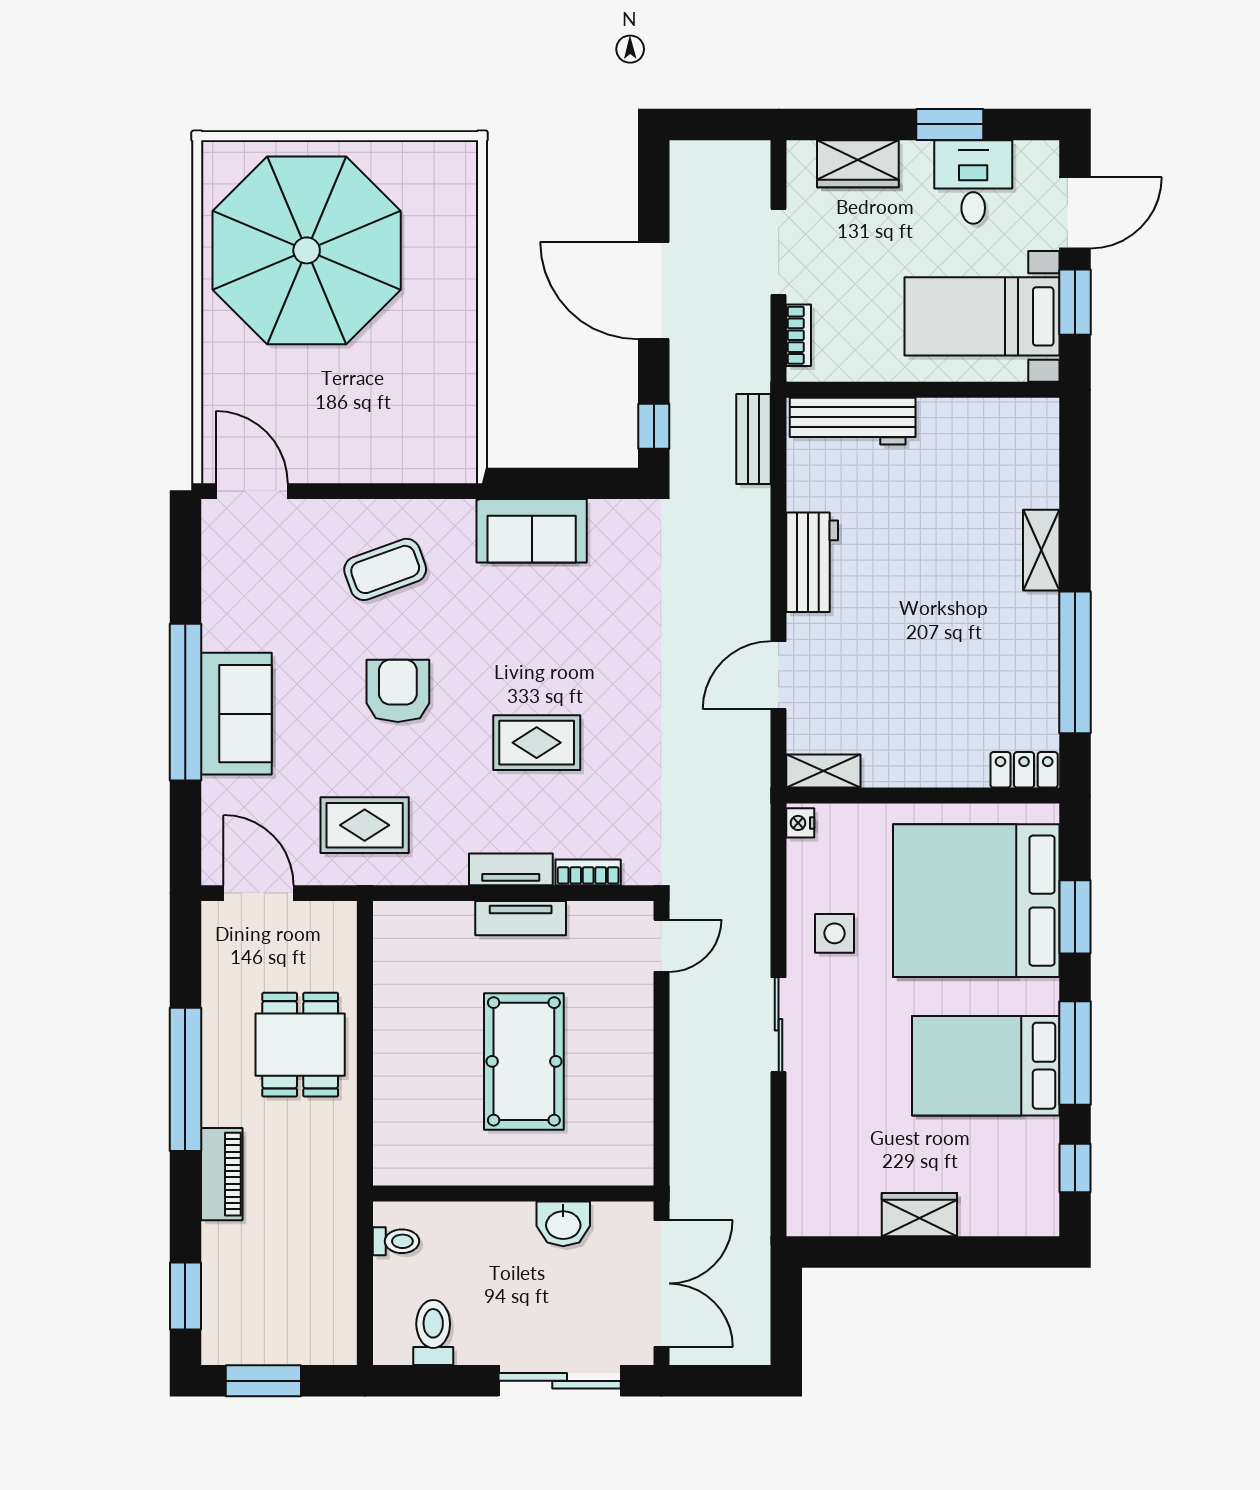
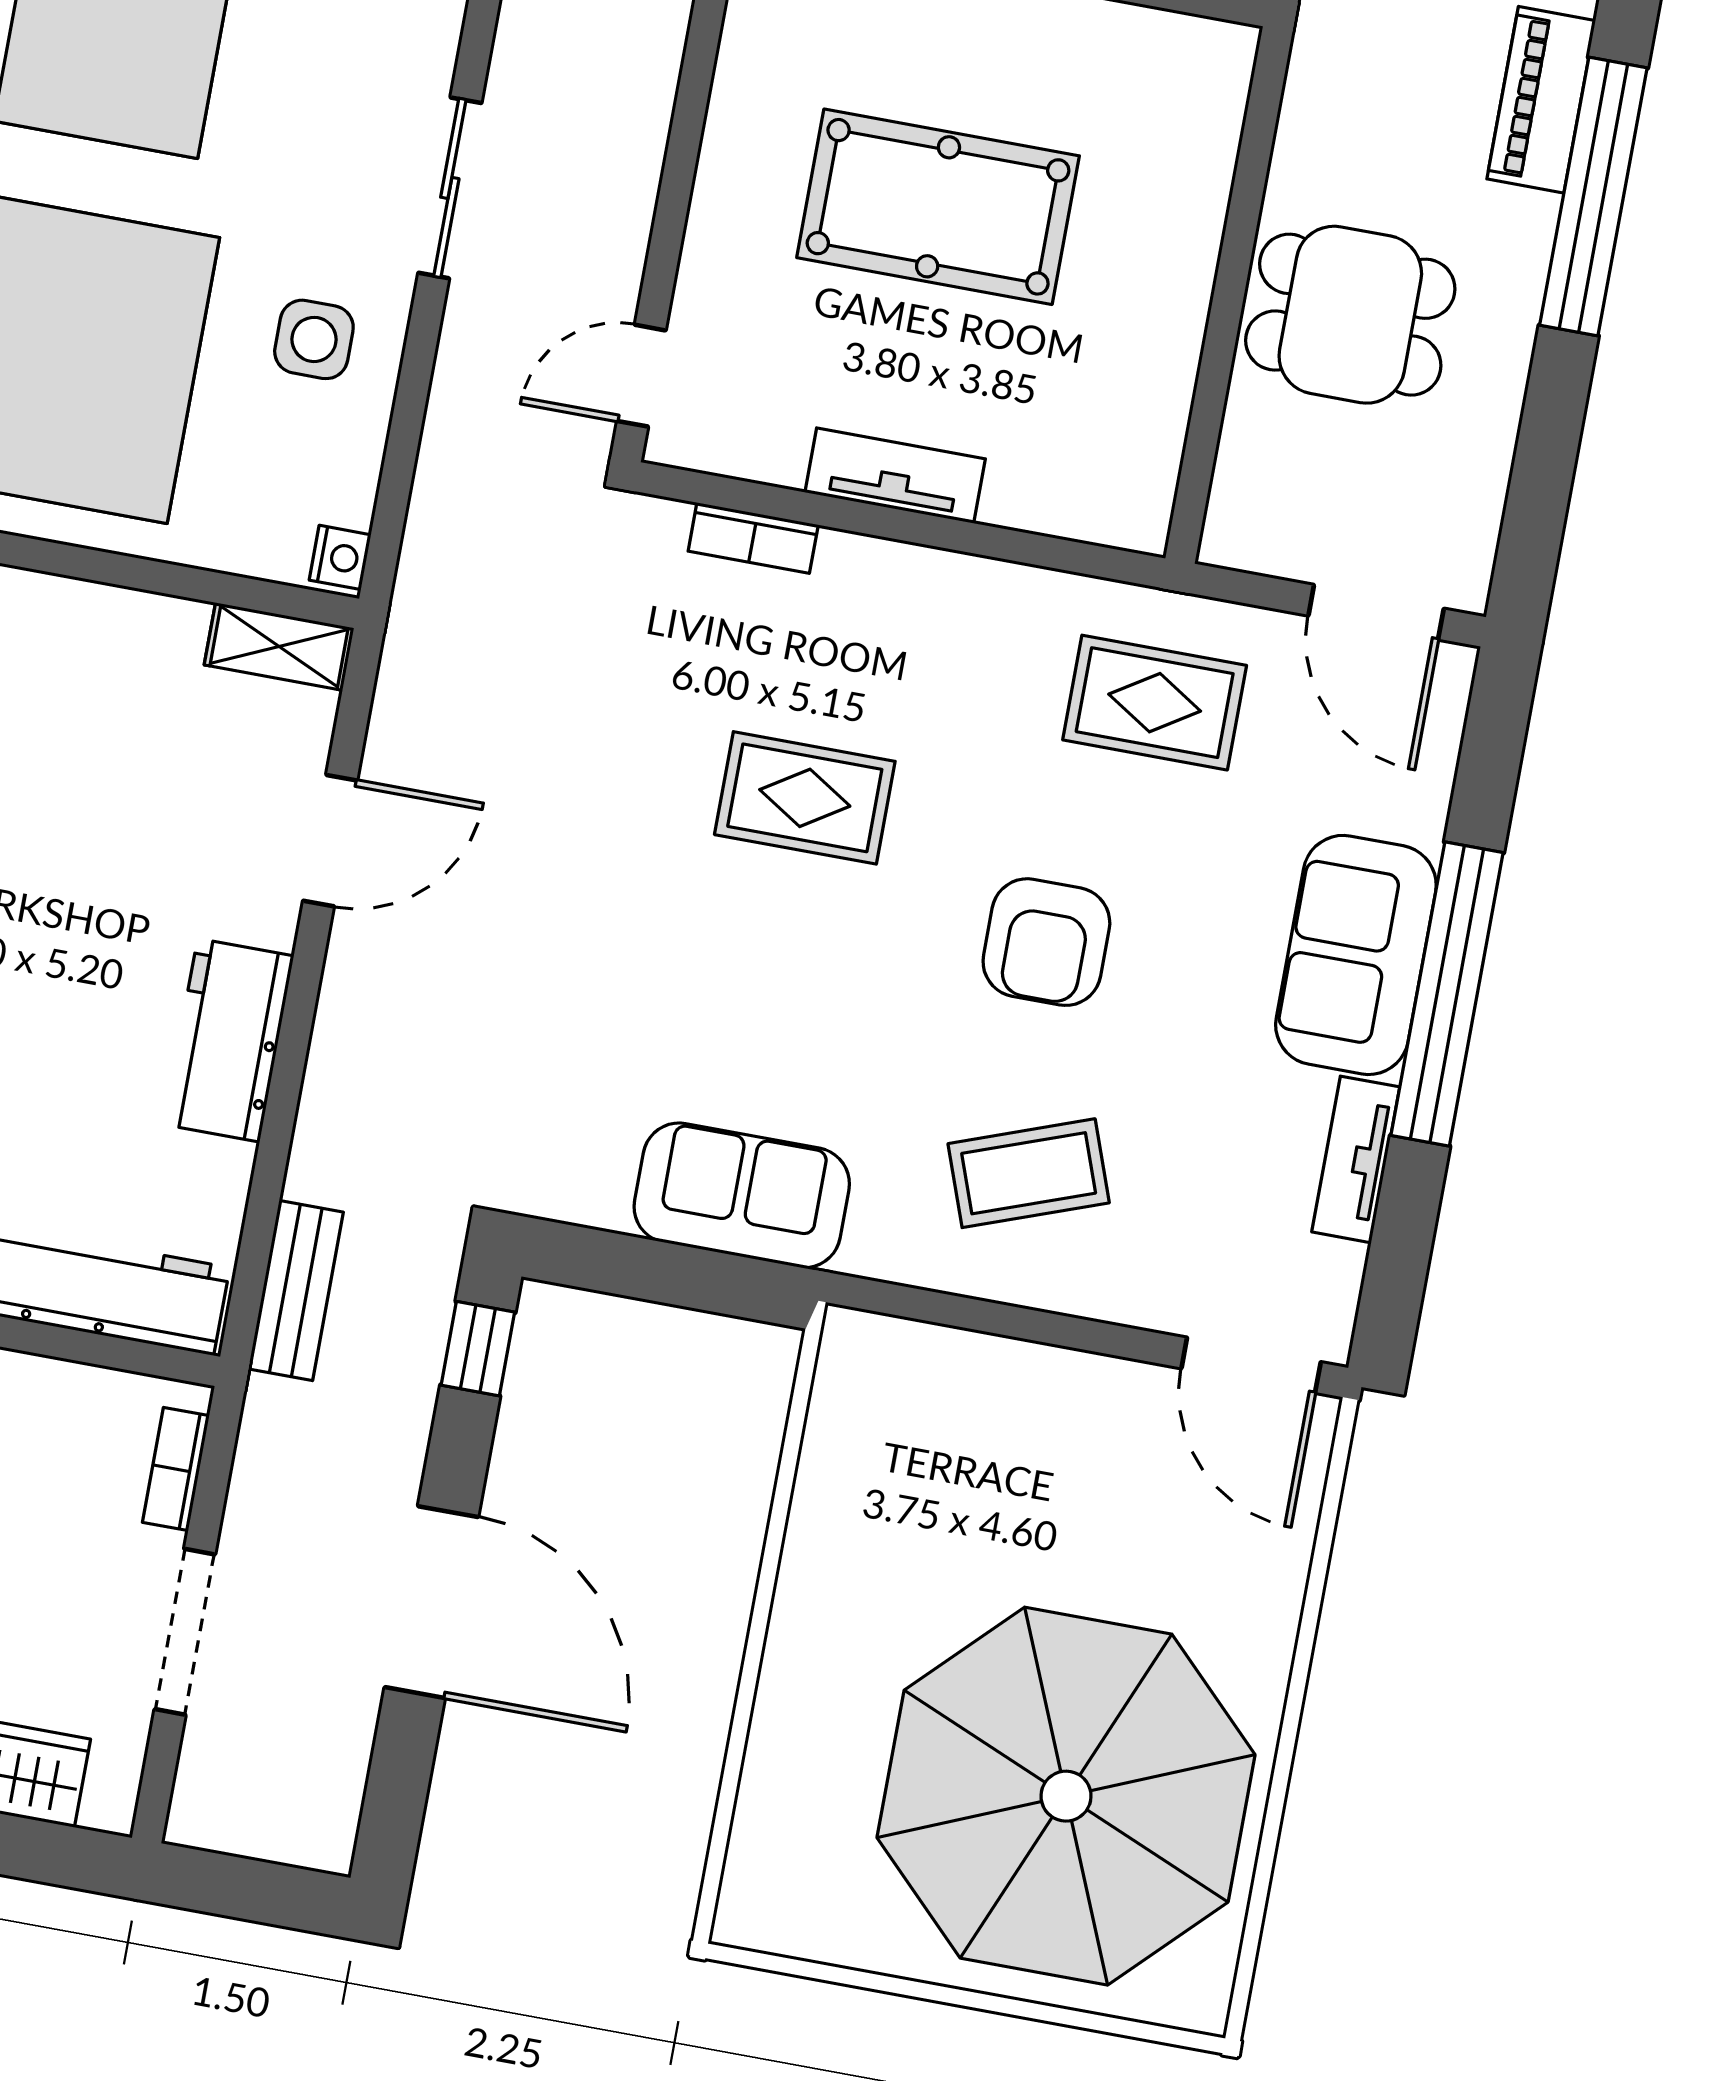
tv unit: (511, 869) -> (1356, 1159), moved, turned 90
dining table: (300, 1045) -> (1350, 315), turned 90
pool table: (524, 1061) -> (938, 207), turned 90
window: (185, 1079) -> (1593, 197), moved

